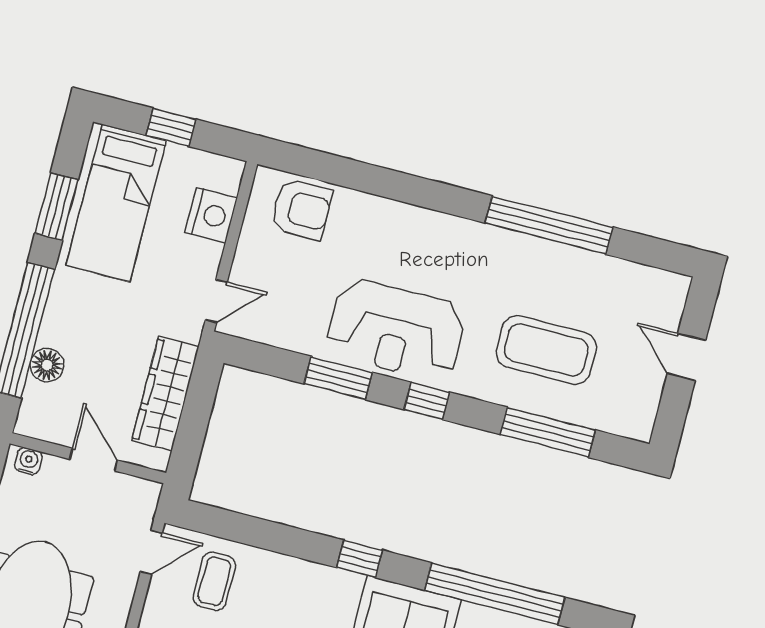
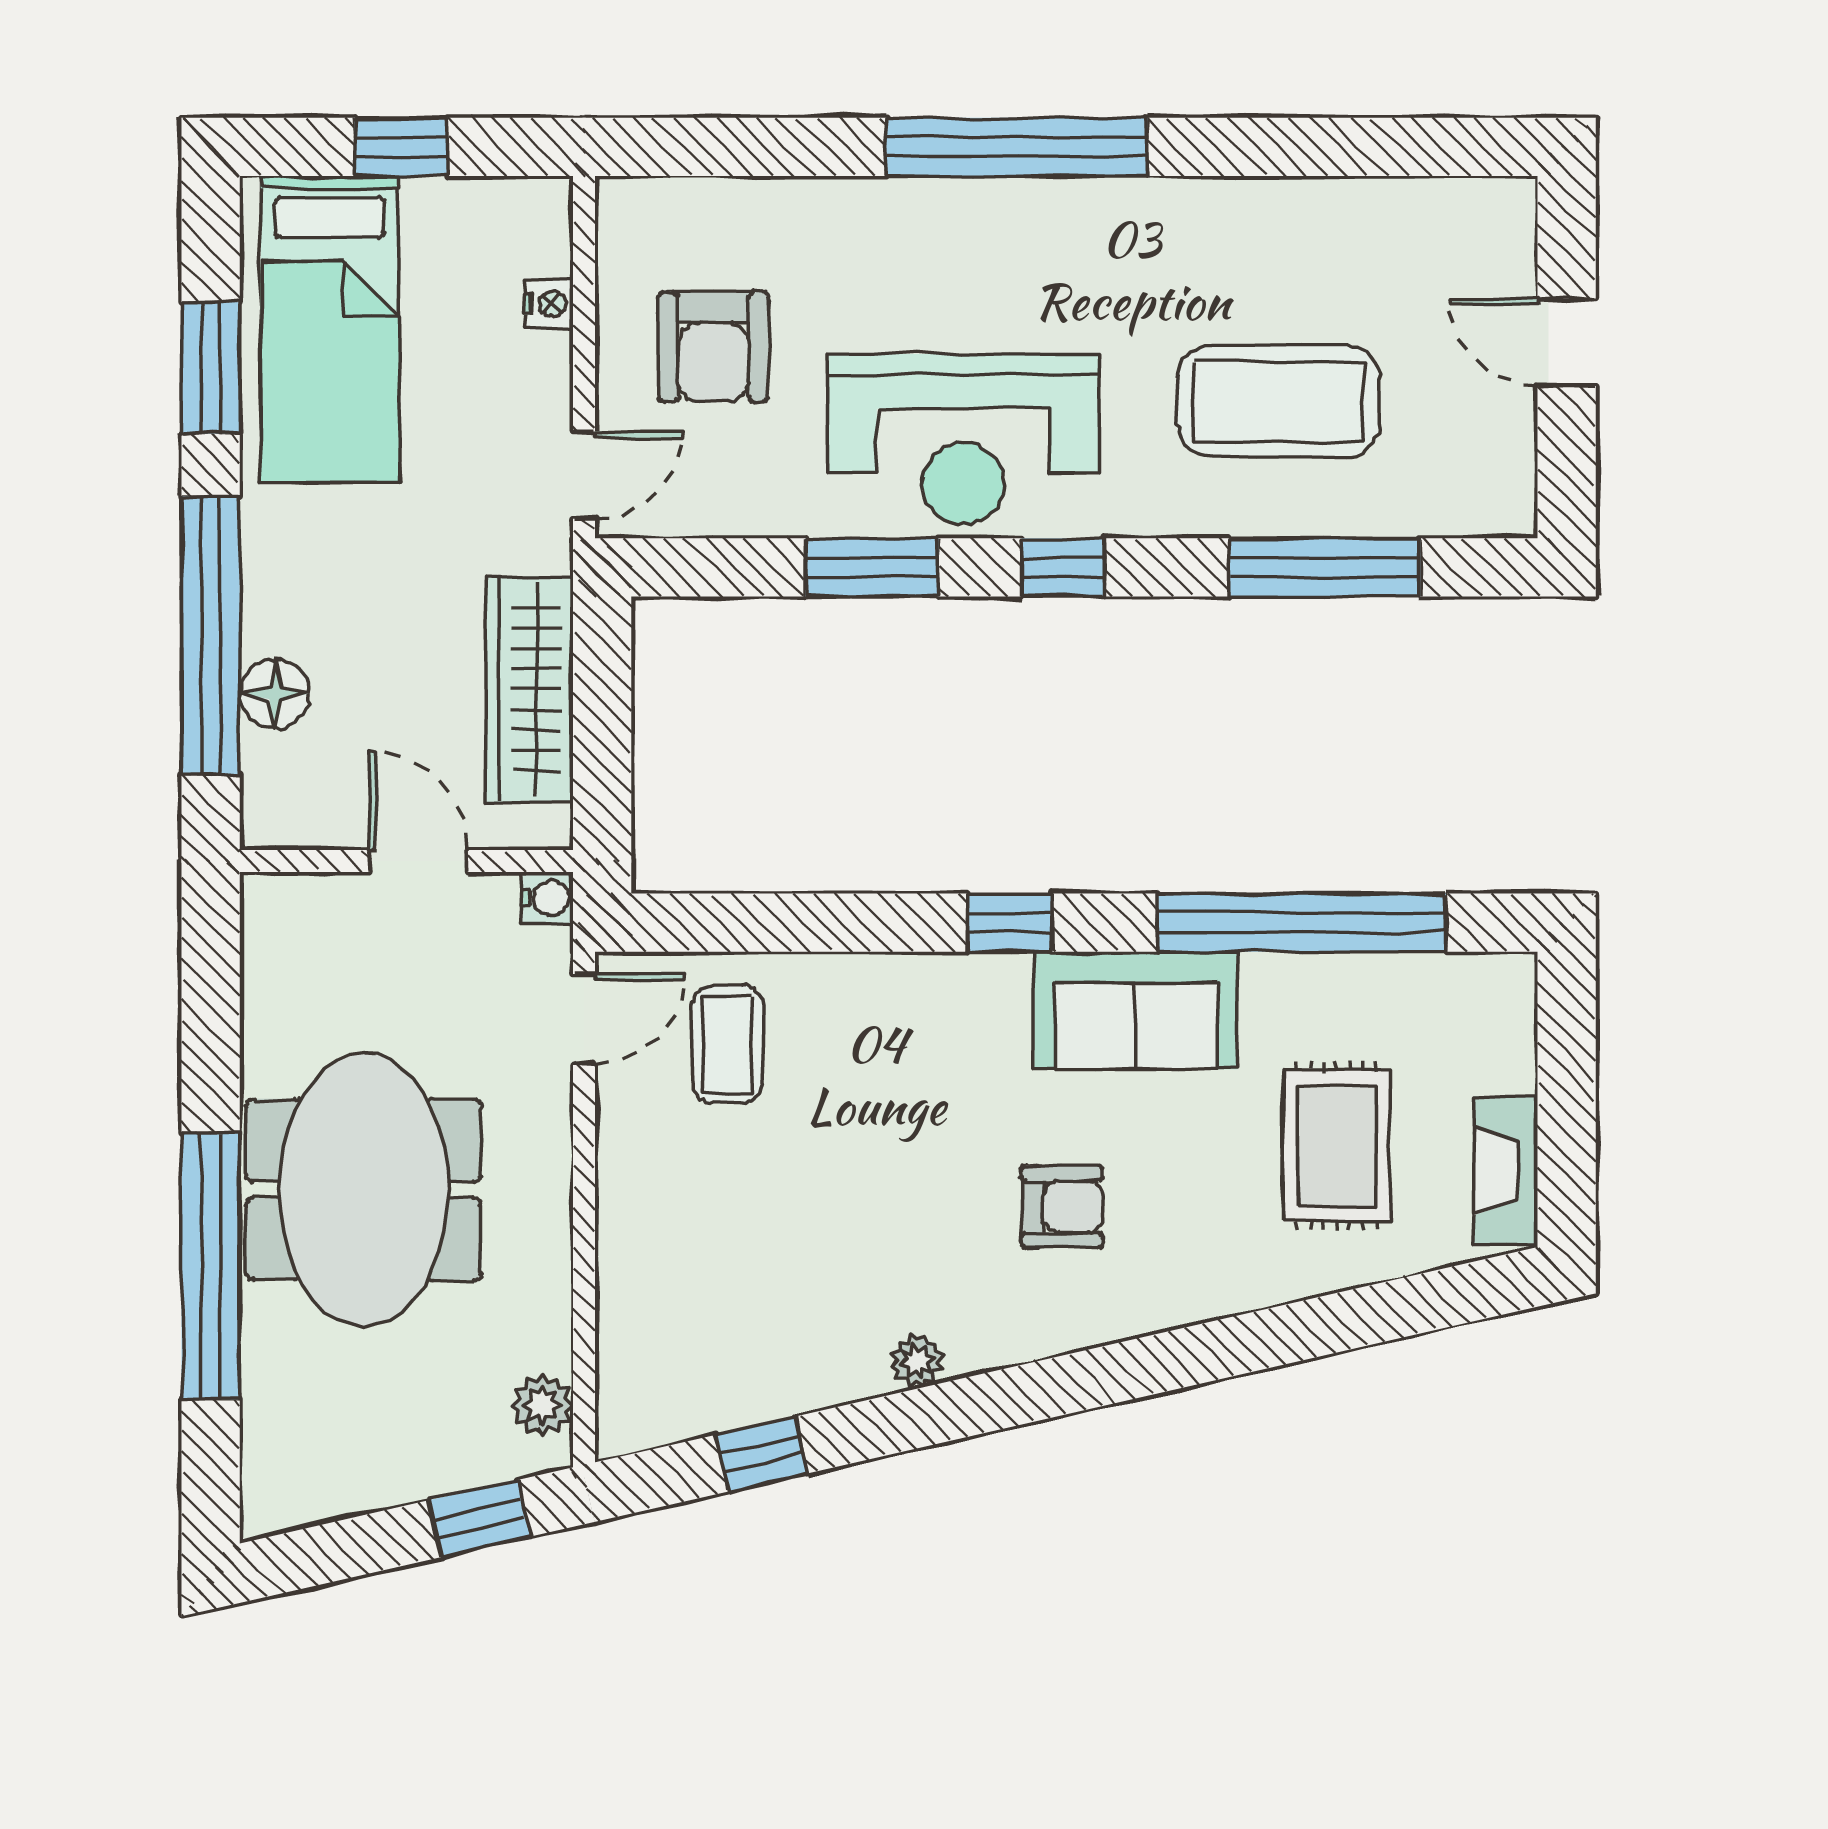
armchair: (301, 209) -> (713, 347), moved, turned 90
nightstand: (211, 215) -> (549, 304), width x0.53, depth x0.56
window: (549, 225) -> (1017, 147), moved
water cooler: (28, 461) -> (547, 898), moved, turned 90

